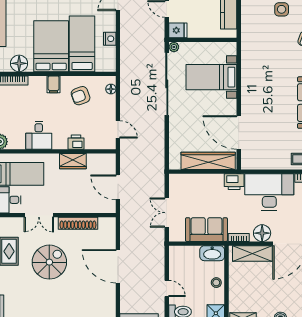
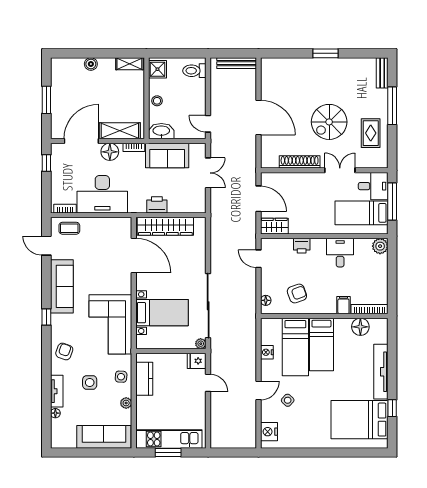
side table: (251, 15) -> (121, 377), added
bed: (51, 46) -> (321, 344), width x0.67
corner sofa: (261, 66) -> (110, 324), added
filing cabinet: (54, 84) -> (343, 305), moved
wardrobe: (73, 161) -> (274, 226), moved
printer: (234, 182) -> (157, 205), moved
door: (167, 288) -> (208, 124), moved

